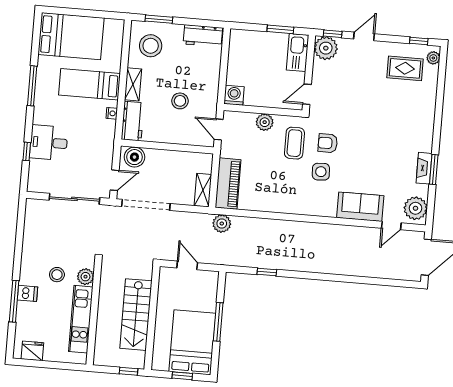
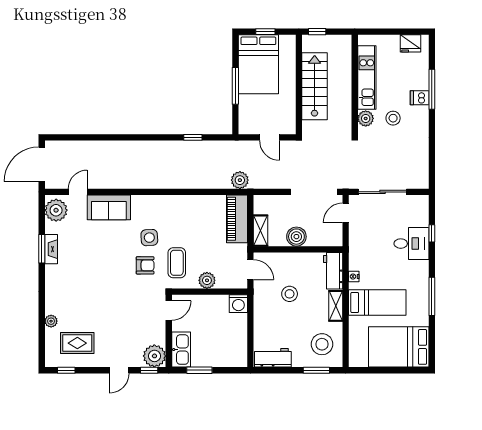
plant: (433, 58) -> (51, 321), moved
boiler: (135, 157) -> (296, 237), moved
shelving: (203, 190) -> (260, 231), moved

